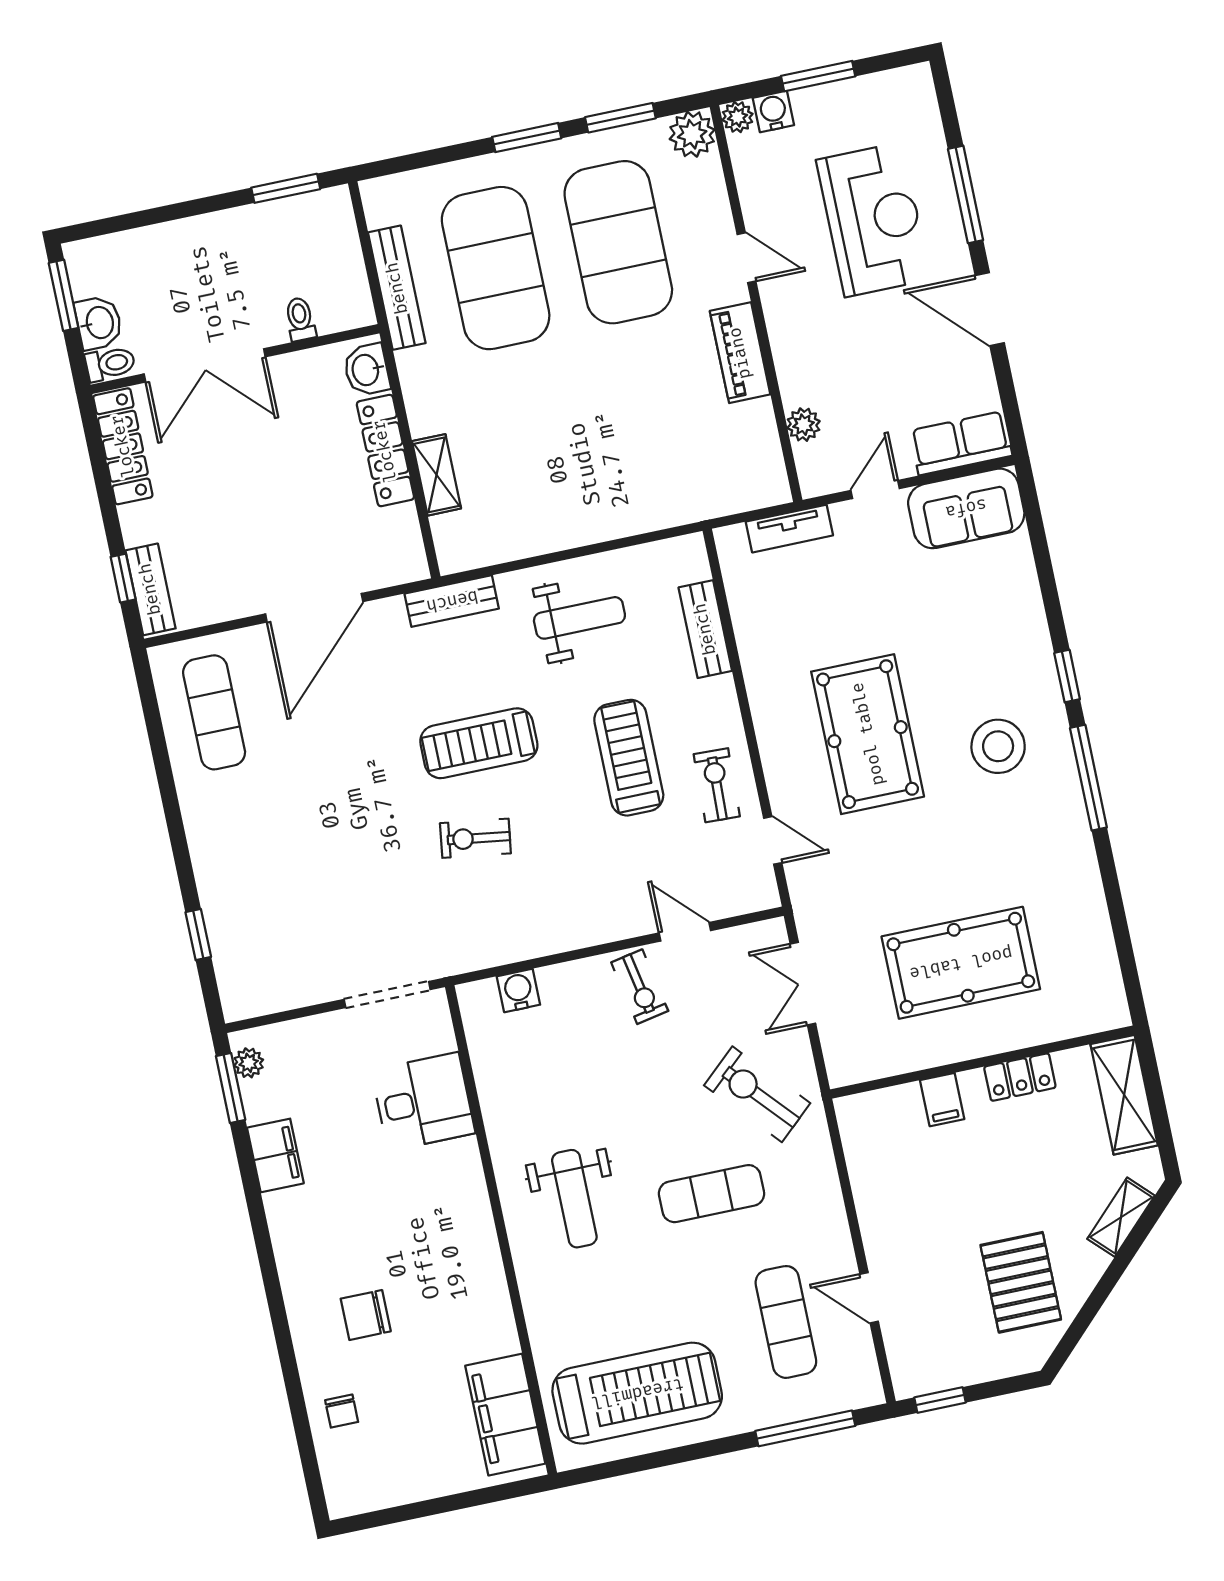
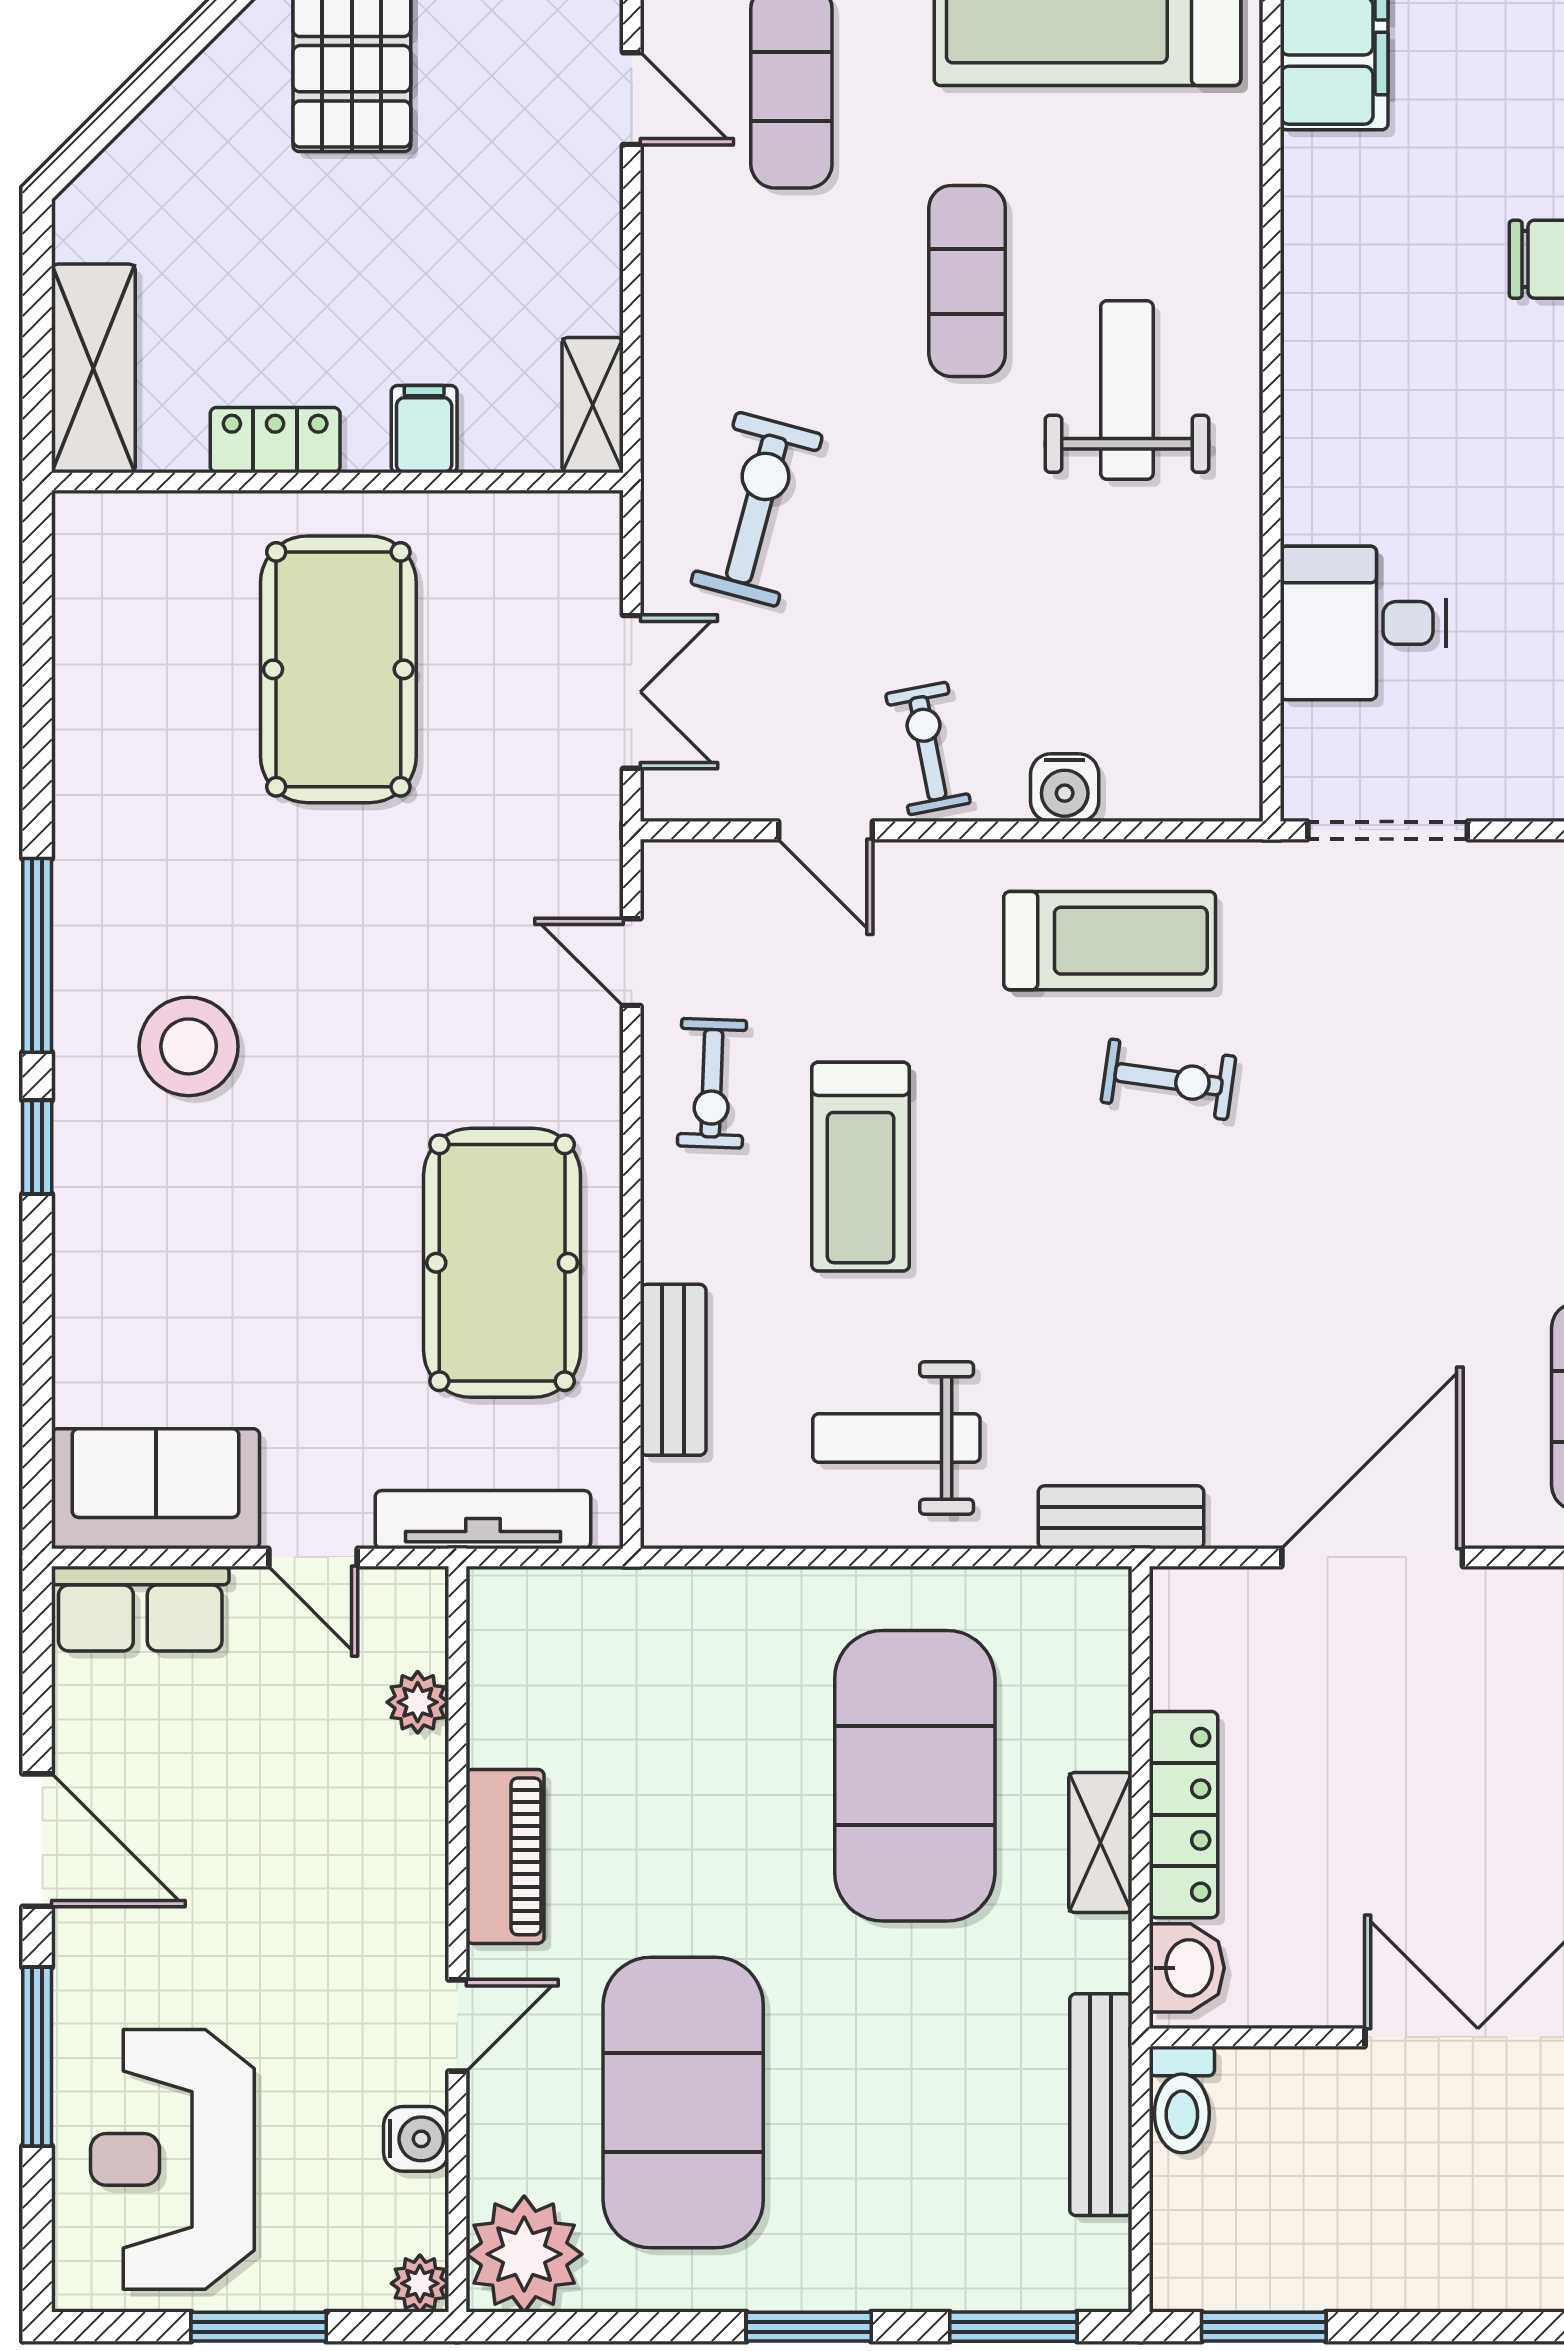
water cooler: (773, 112) -> (416, 2139), moved, turned -90
window: (620, 118) -> (1013, 2327), moved
plant: (692, 134) -> (524, 2254), width x1.36, depth x1.36
reception desk: (873, 220) -> (172, 2159), moved
door: (746, 258) -> (457, 2026), swing flipped
exercise mat: (496, 268) -> (915, 1776), moved
toilet: (300, 319) -> (1182, 2099), moved, width x1.37, depth x1.39
shelving: (437, 475) -> (1100, 1842), moved
door: (875, 490) -> (313, 1557), hinge flipped
tv unit: (789, 529) -> (483, 1520), width x1.41
pool table: (868, 734) -> (502, 1263), moved
treadmill: (479, 743) -> (1110, 941), moved
pool table: (961, 963) -> (338, 669), turned 90
water cooler: (518, 991) -> (1065, 788), moved
exercise bike: (757, 1094) -> (757, 509), turned -123
exercise mat: (711, 1194) -> (967, 281), moved, turned 90
shelving: (1121, 1217) -> (593, 405), moved, turned -45

